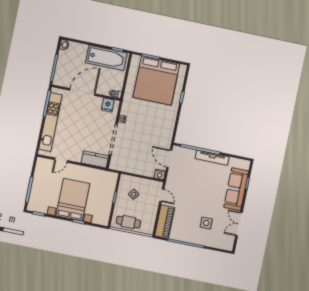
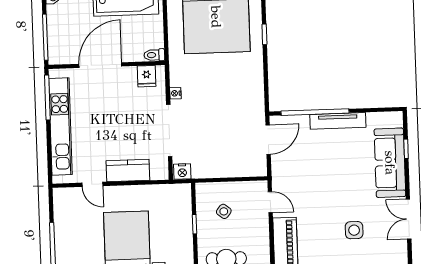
kitchen counter: (95, 159) -> (128, 170), moved
door: (169, 159) -> (268, 140), swing flipped
door: (61, 160) -> (92, 184), hinge flipped
nightstand: (160, 174) -> (182, 172), moved

